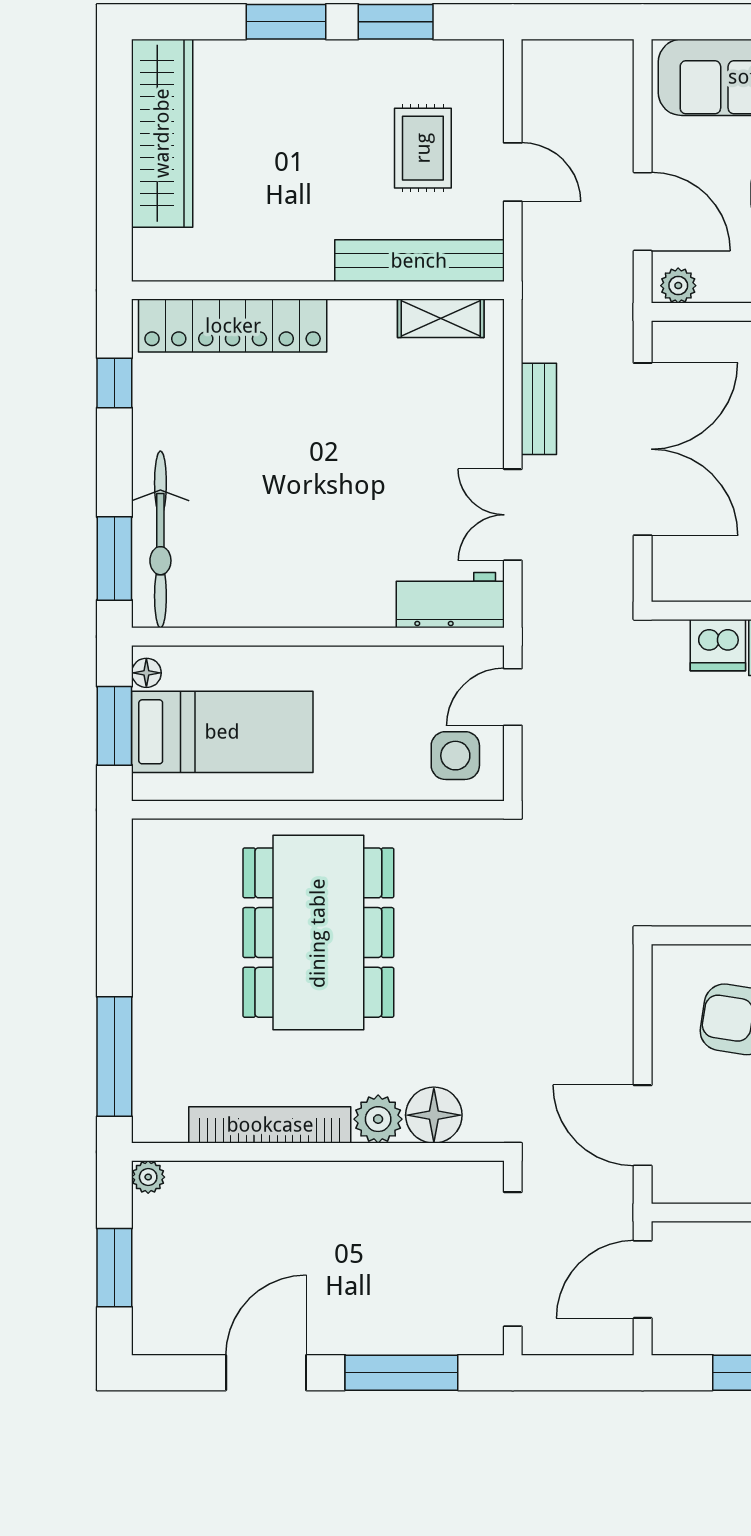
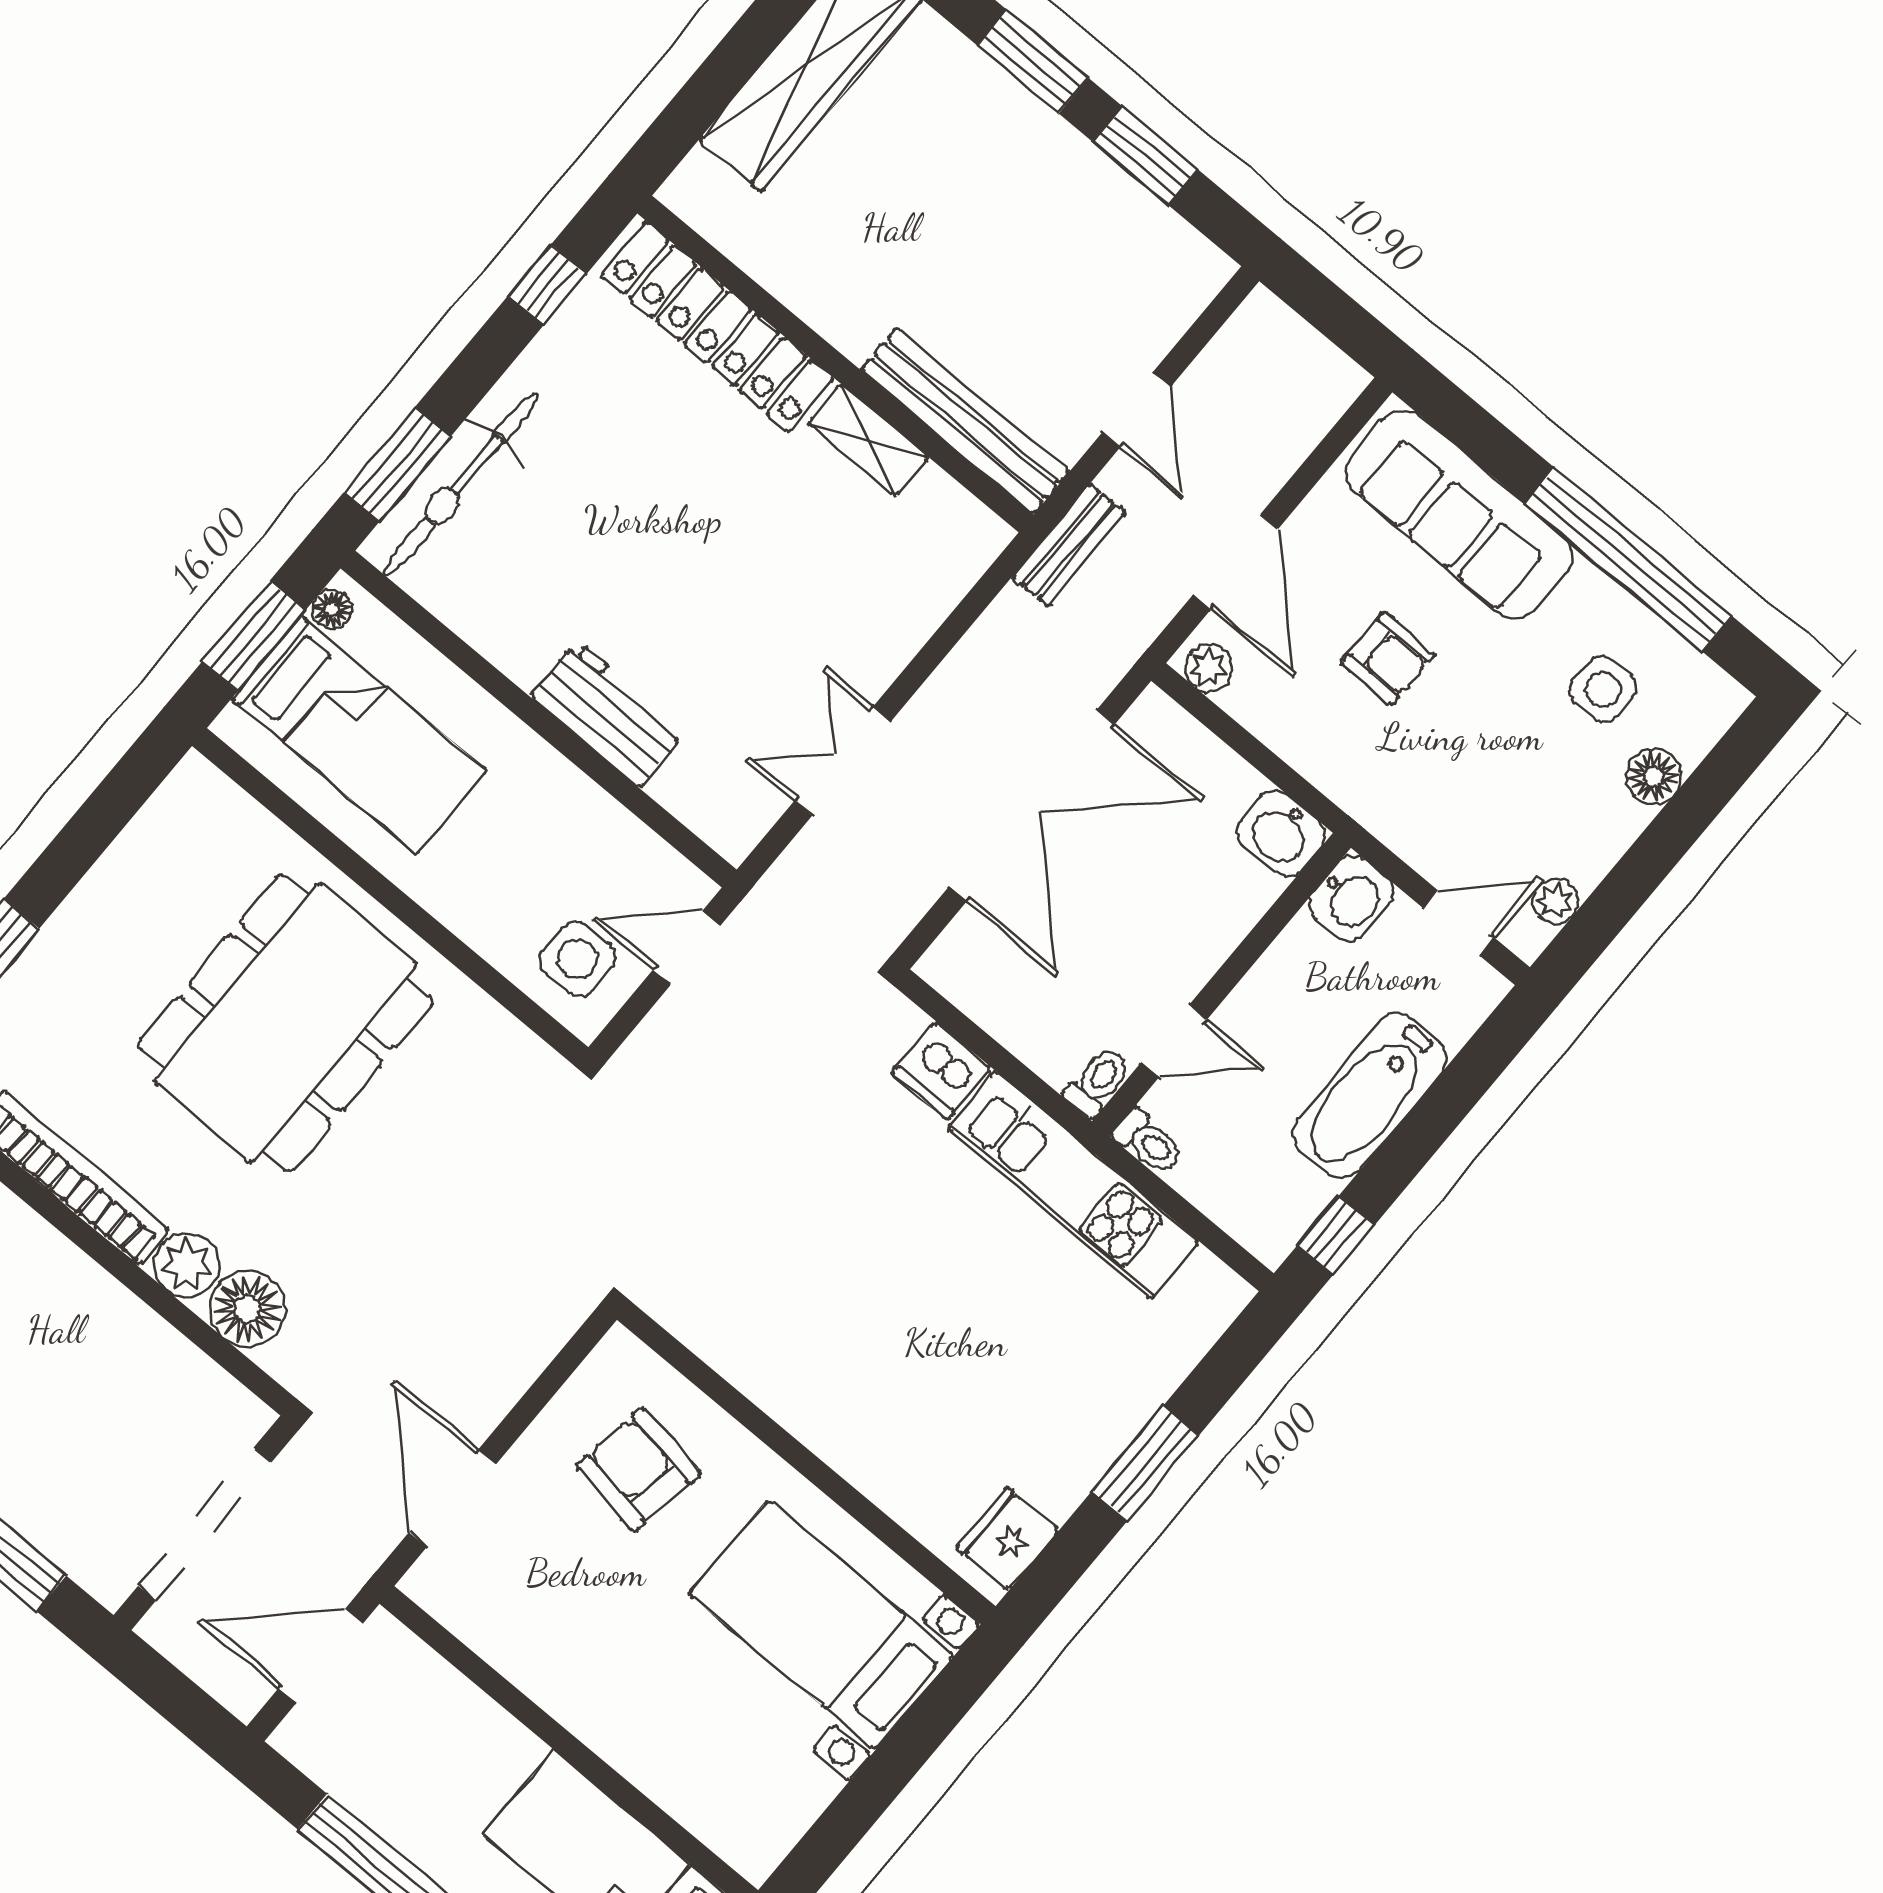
rug: (423, 148) -> (1065, 308), removed
shelving: (441, 318) -> (868, 440), moved
bench: (539, 409) -> (1069, 545), moved
workbench: (450, 600) -> (608, 714), moved

